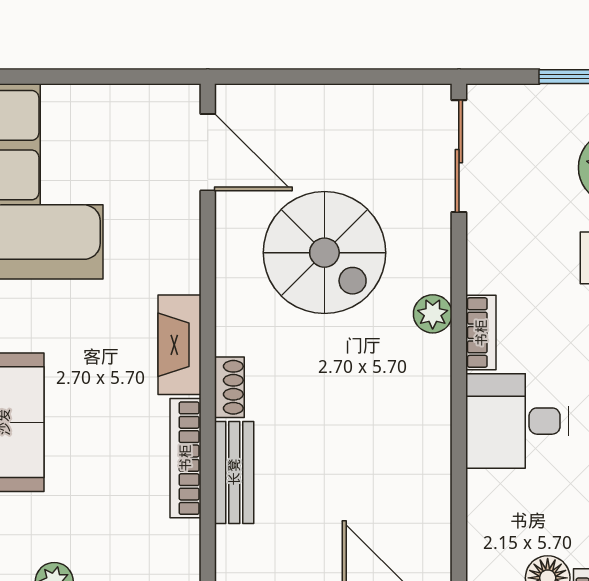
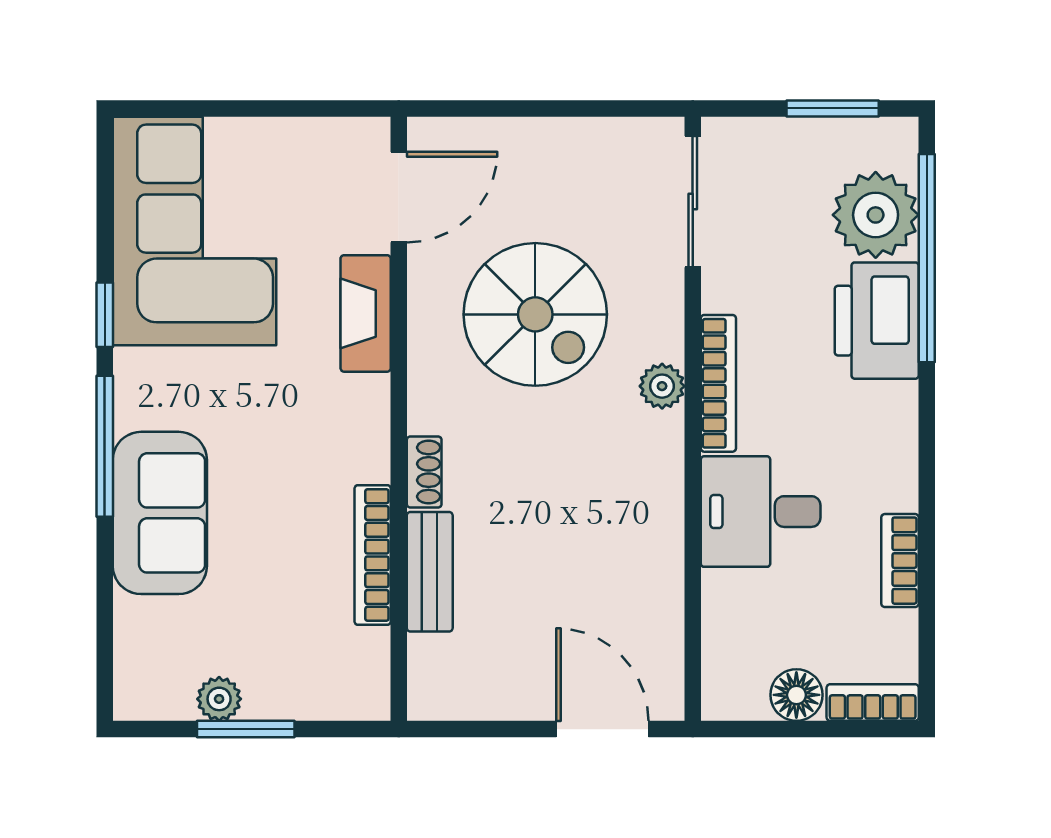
door: (208, 152) -> (399, 197), hinge flipped
bookcase: (481, 333) -> (718, 383), width x1.56
fireplace: (179, 345) -> (366, 313), moved

